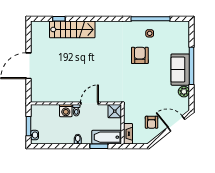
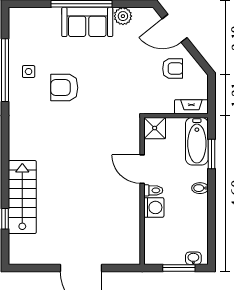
door: (176, 123) -> (175, 28), hinge flipped

